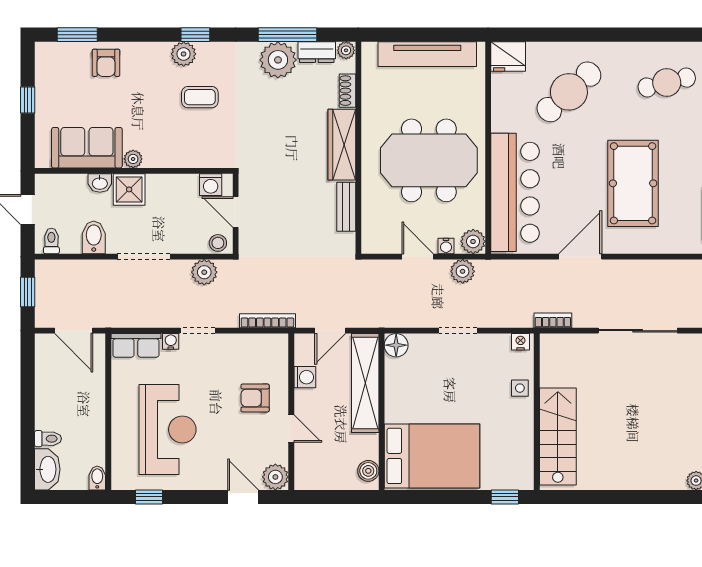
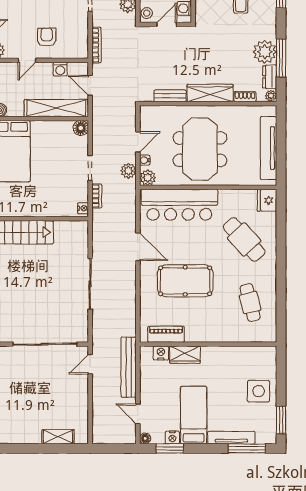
bookcase: (553, 320) -> (97, 196), moved
side table: (520, 388) -> (53, 208), removed

